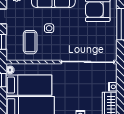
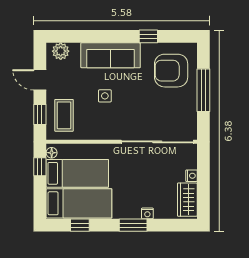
coffee table: (30, 42) -> (64, 115), moved

